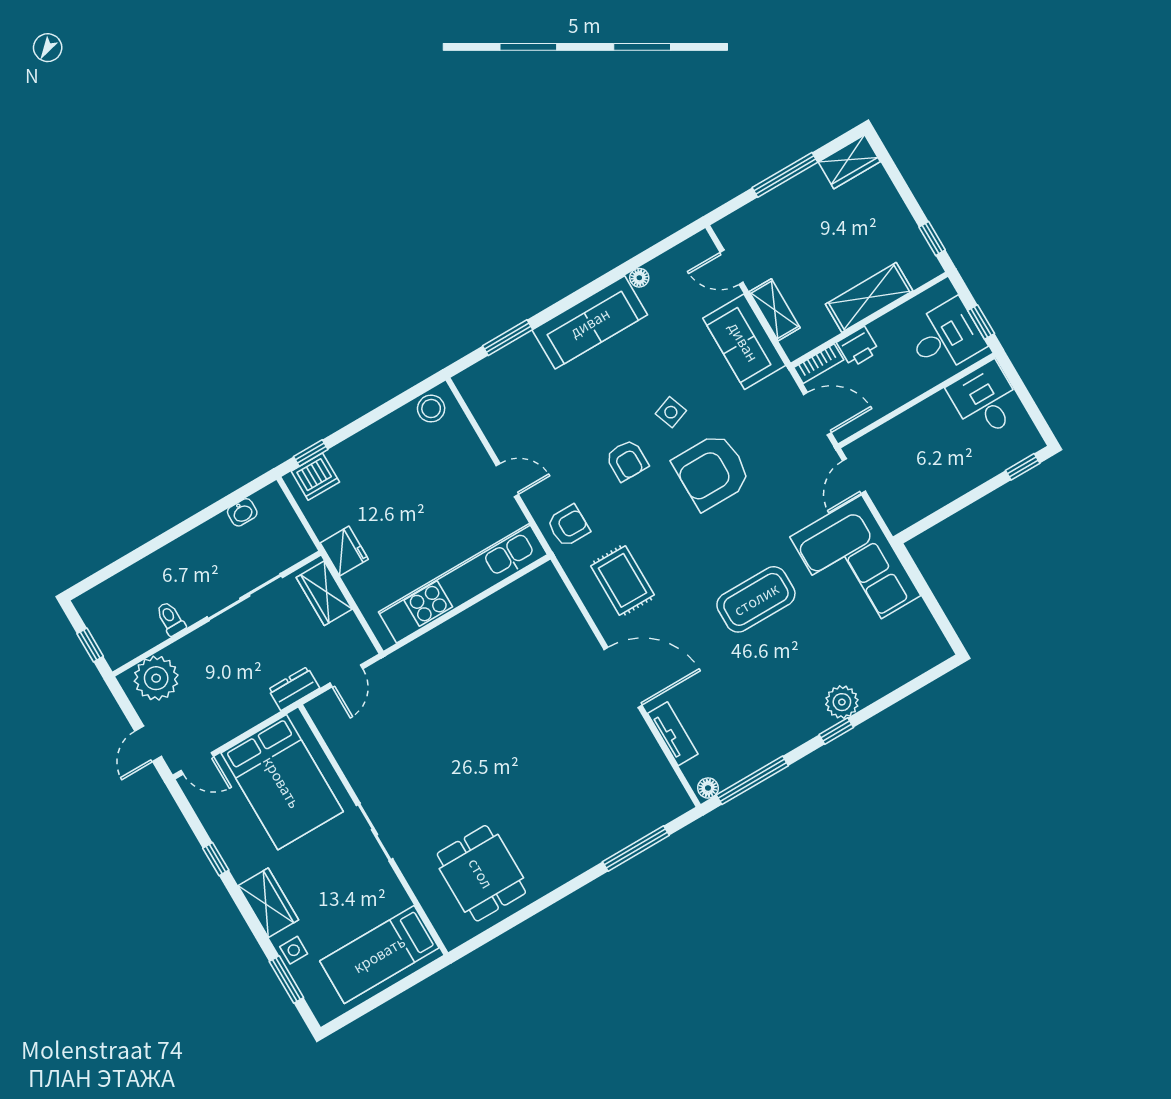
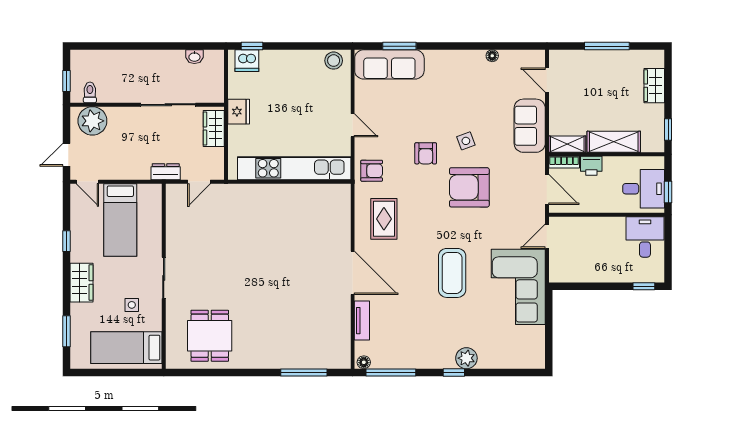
wardrobe: (849, 162) -> (654, 86), moved, turned 90
shelving: (775, 310) -> (567, 144), moved, turned 90
sofa: (590, 322) -> (389, 64), moved
coffee table: (756, 599) -> (452, 273), turned 90
toilet: (171, 619) -> (90, 92), moved
bed: (282, 782) -> (120, 220), width x0.67
side table: (294, 950) -> (132, 305), moved

